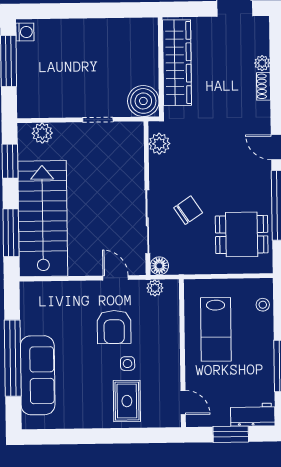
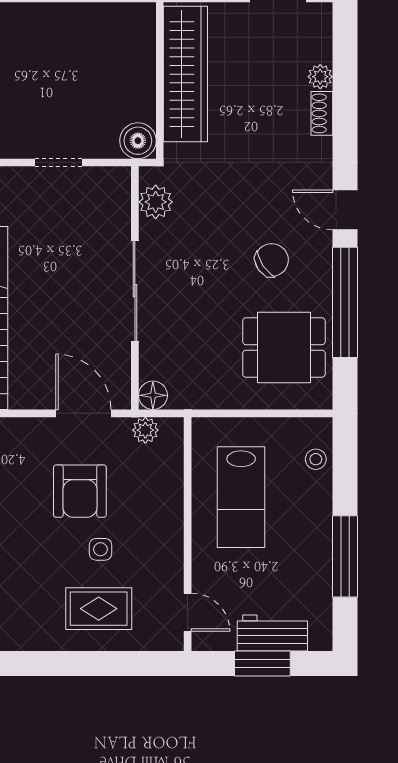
boiler: (143, 101) -> (138, 141), width x0.73, depth x0.73
chair: (188, 210) -> (272, 260), moved
sliding door: (147, 222) -> (135, 291), moved
door: (116, 278) -> (83, 413), width x1.38
rug: (127, 401) -> (99, 609), turned 90
workbench: (253, 415) -> (272, 633), moved

